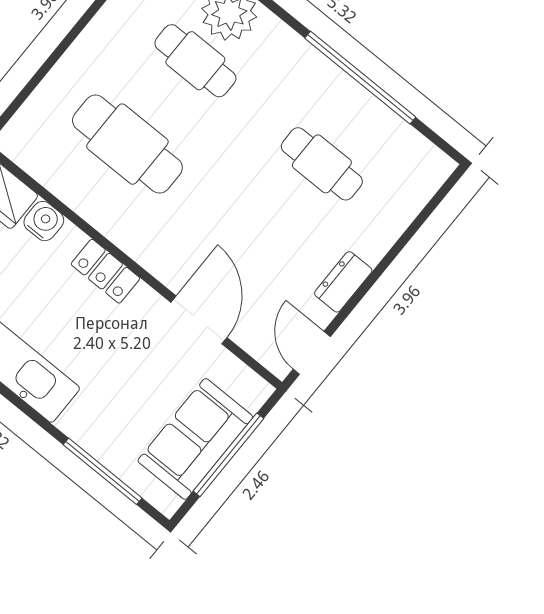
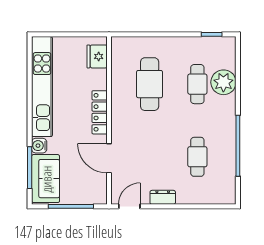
water cooler: (44, 221) -> (39, 146), moved, turned 180
locker: (105, 271) -> (100, 112), width x1.53
door: (199, 320) -> (109, 158), swing flipped
sofa: (195, 439) -> (46, 179), moved, turned 90

